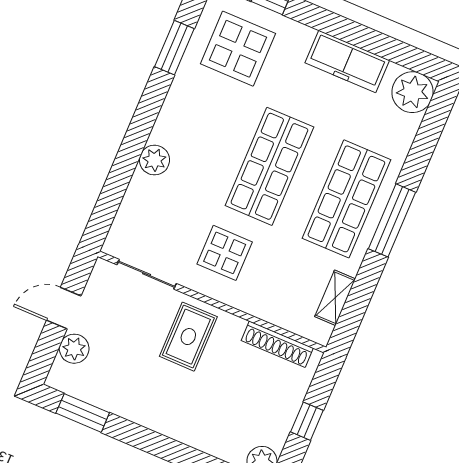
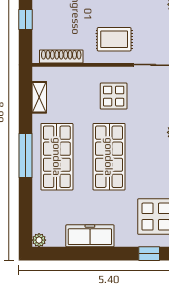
plant: (412, 92) -> (39, 240), width x0.53, depth x0.53
rug: (188, 337) -> (114, 39), turned 90

